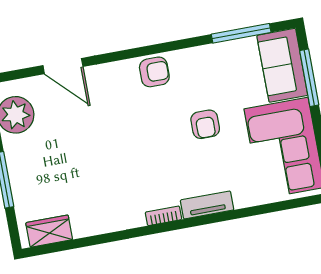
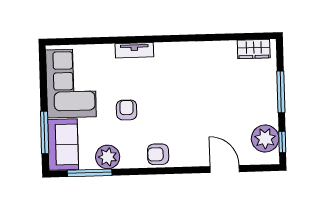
plant: (221, 58) -> (108, 157), added
bookcase: (163, 216) -> (168, 47), removed

